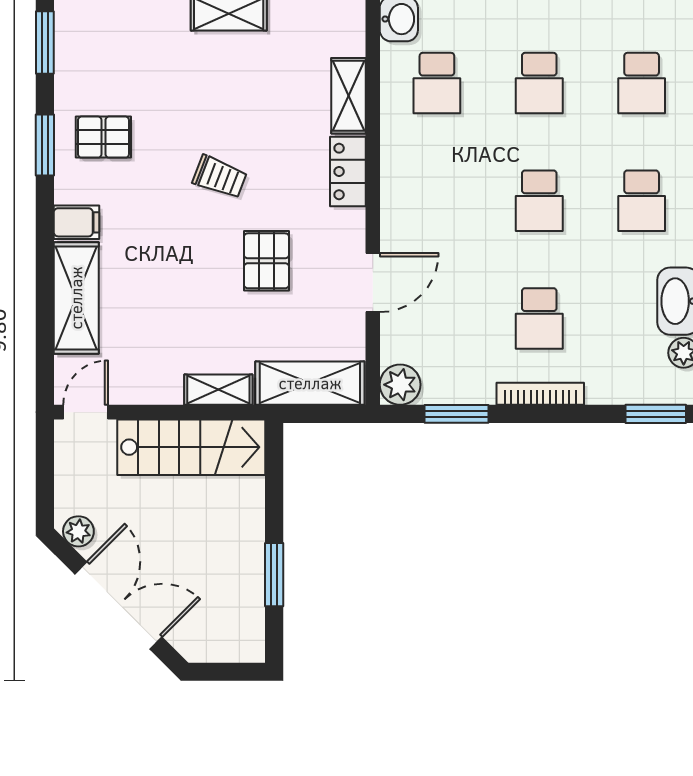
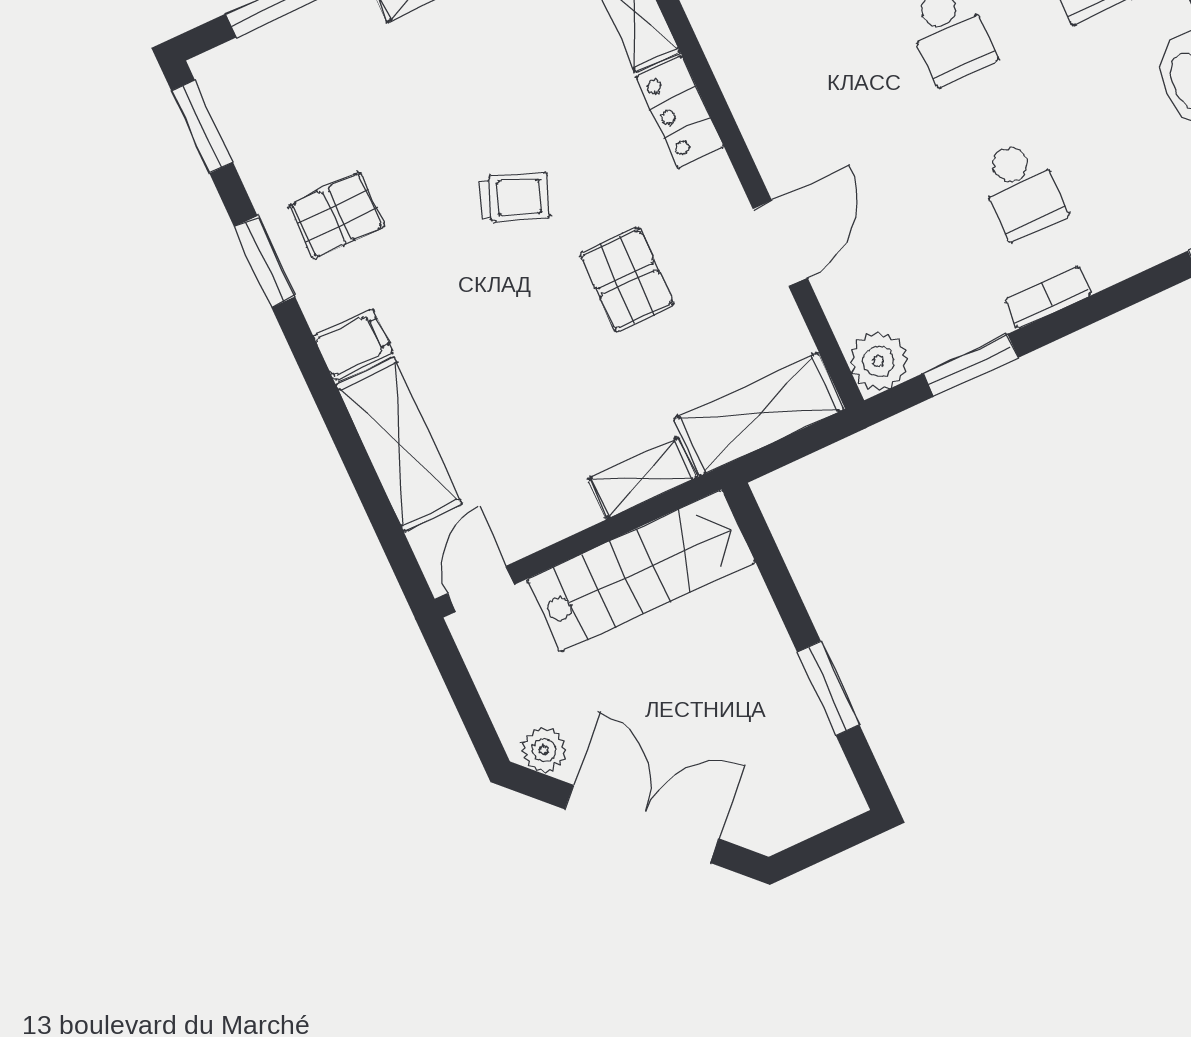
bookcase: (540, 394) -> (1048, 297), width x0.64

